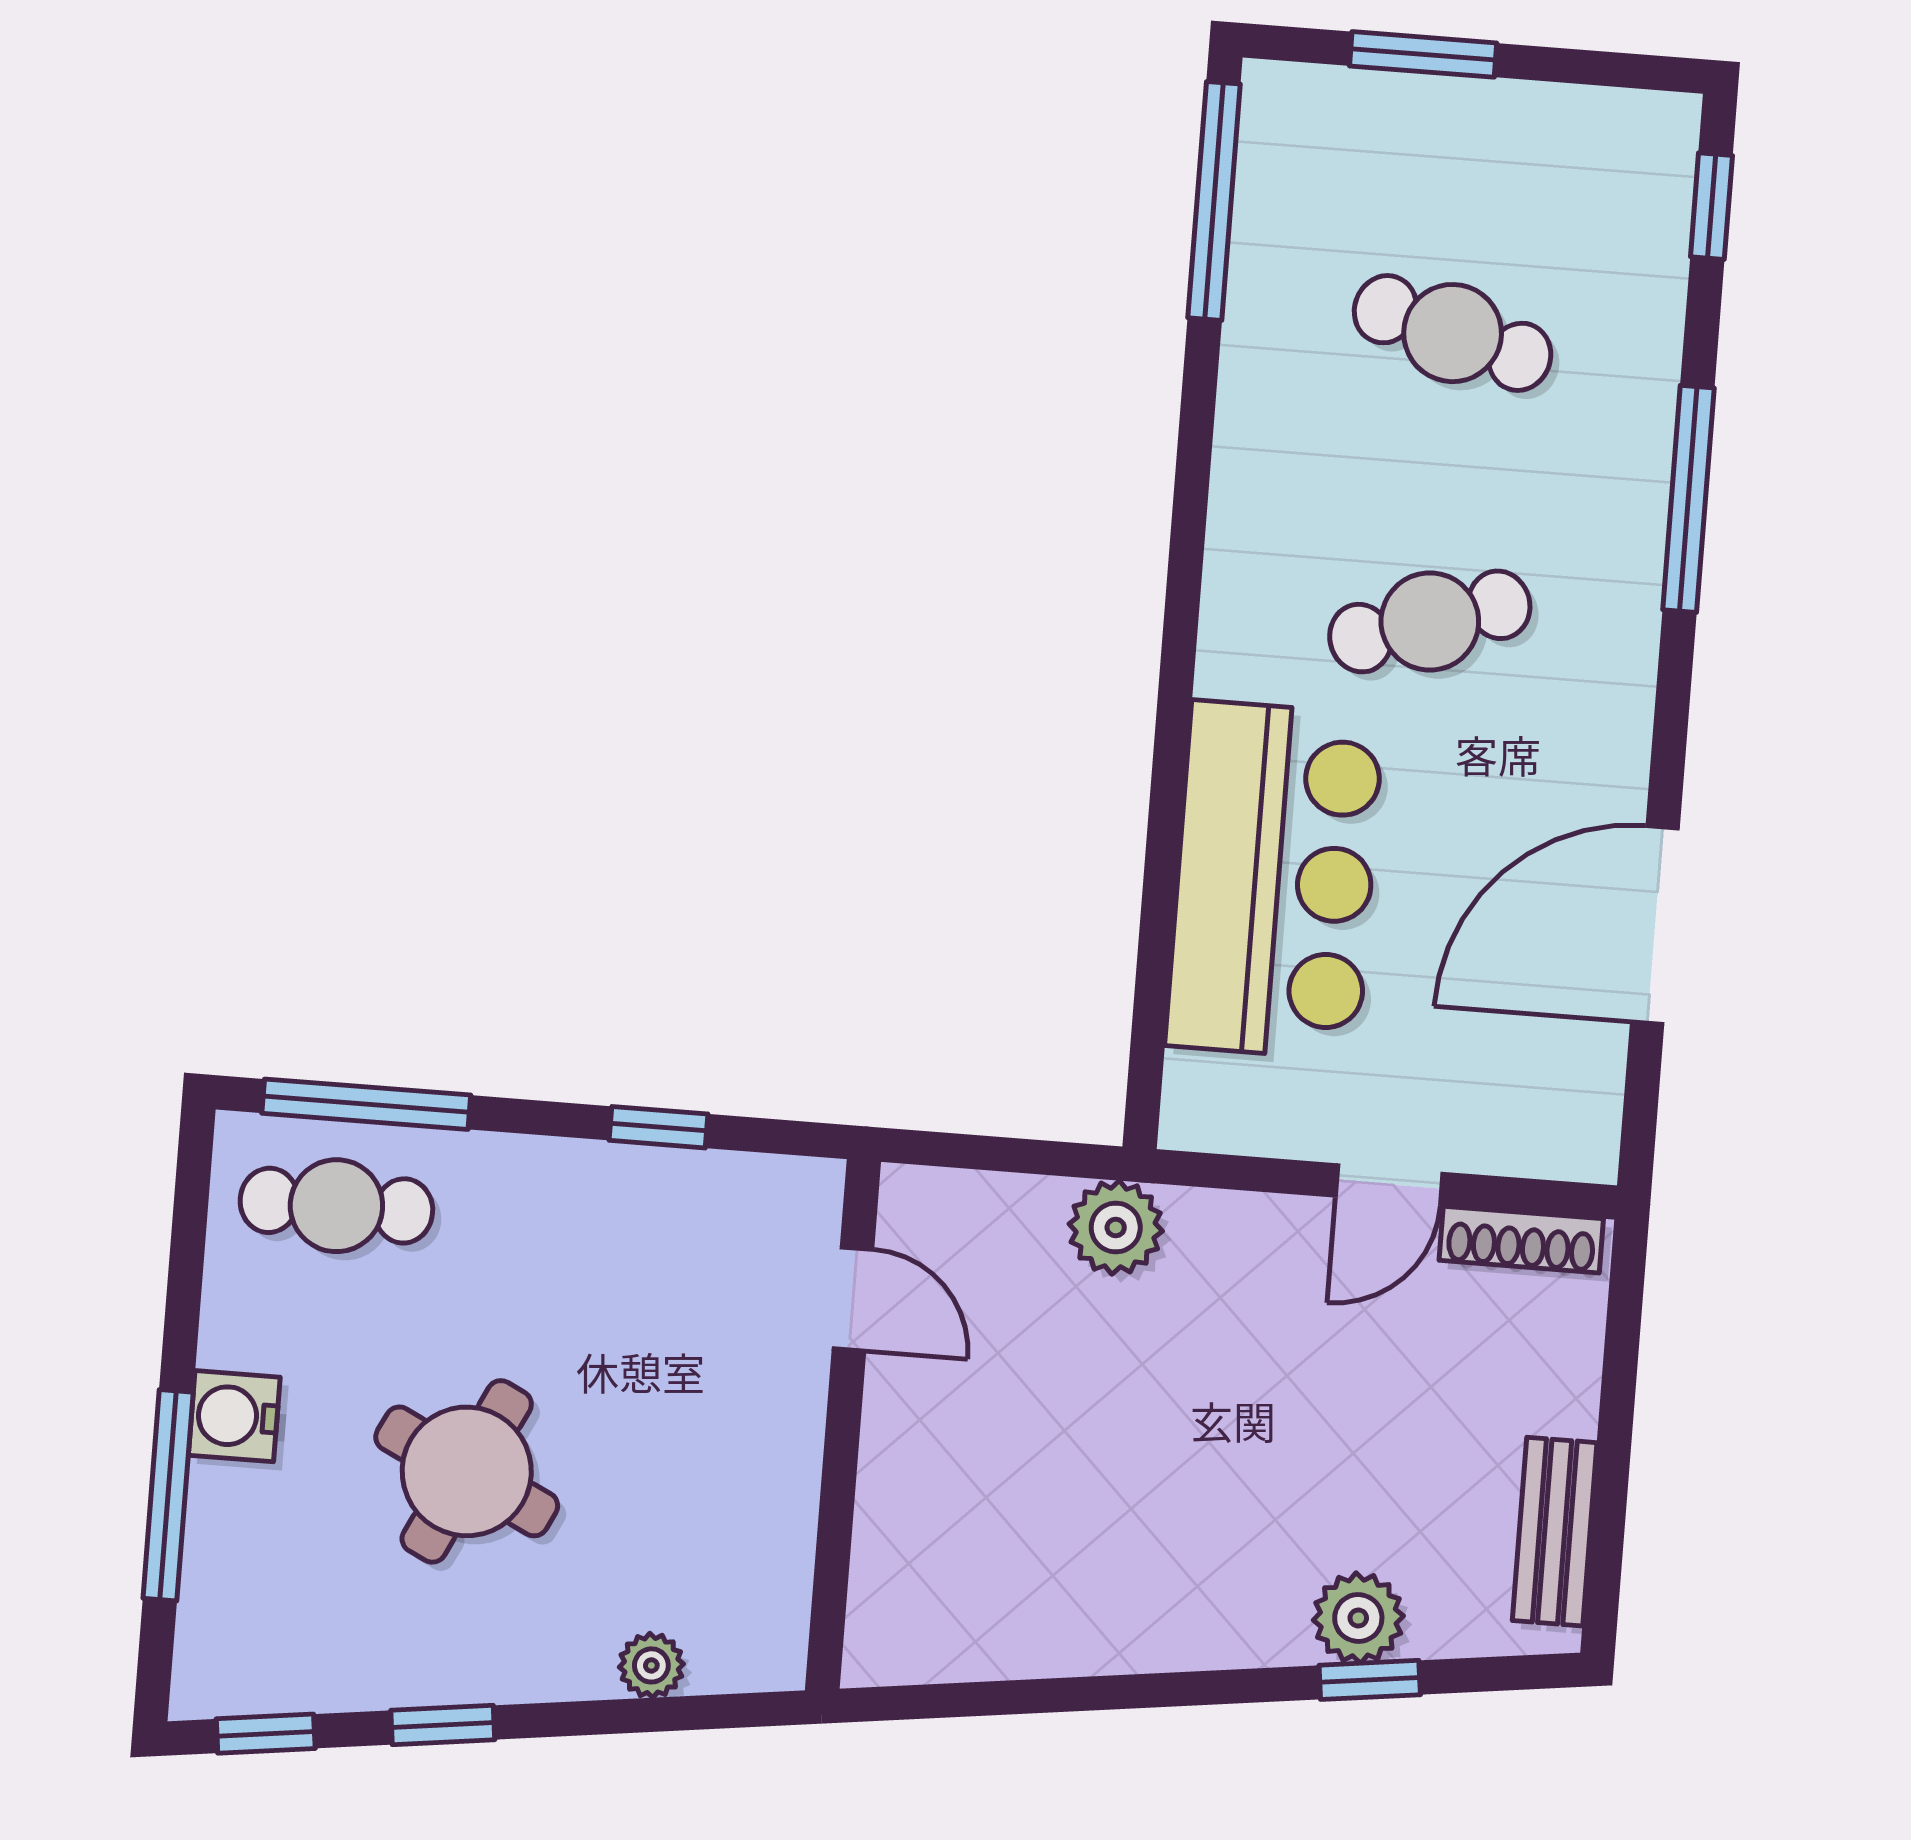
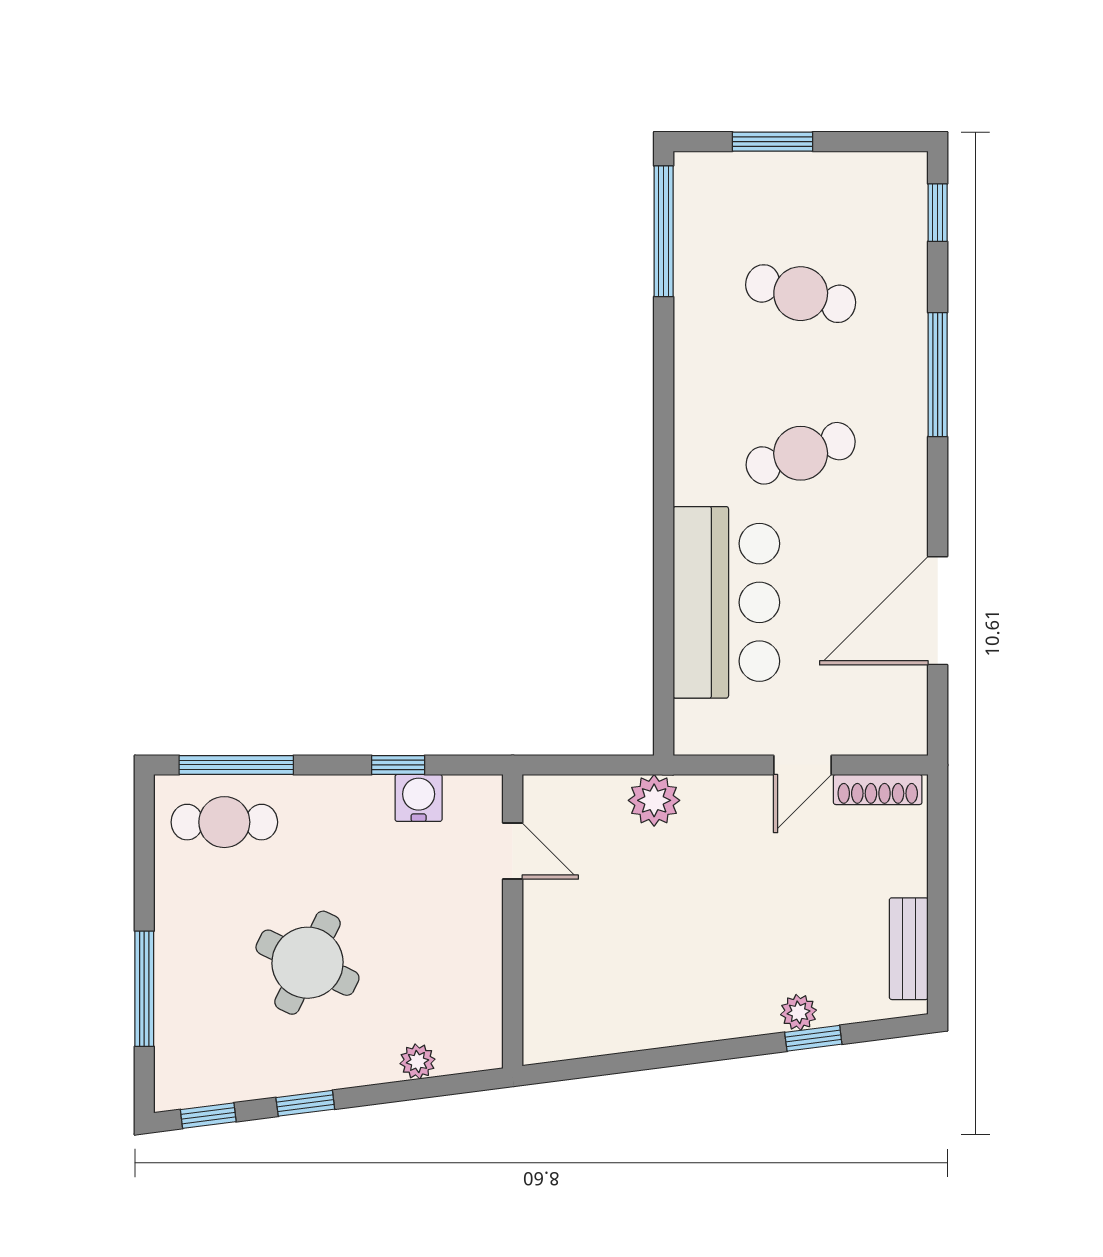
water cooler: (234, 1416) -> (419, 798), moved, turned 90
plant: (1358, 1618) -> (799, 1012), width x0.73, depth x0.73

